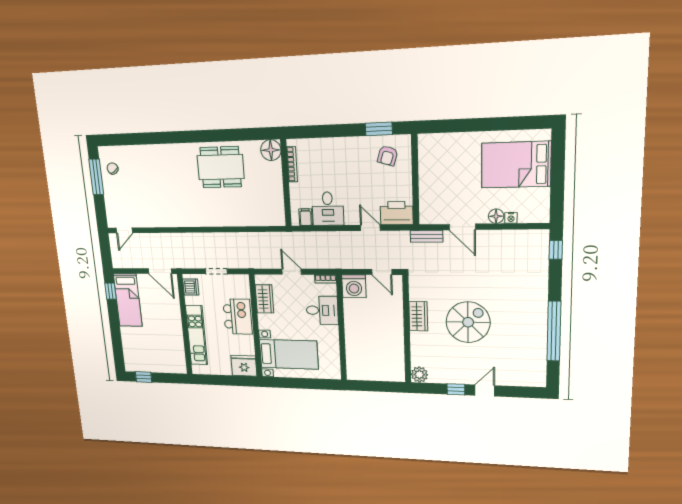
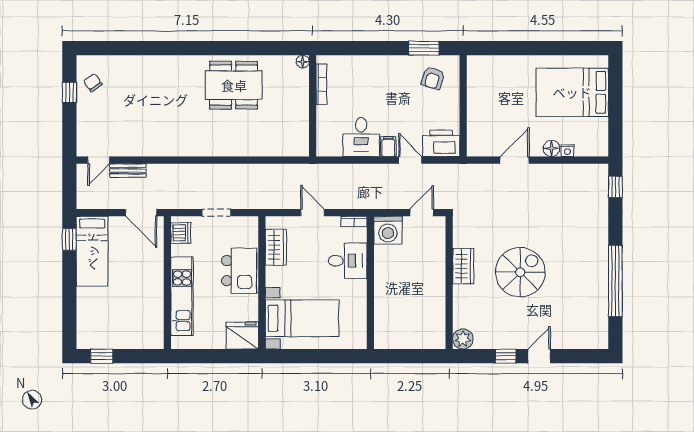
floor lamp: (271, 150) -> (303, 62), width x0.53, depth x0.53
window: (96, 177) -> (69, 92), width x0.46
filing cabinet: (306, 217) -> (388, 147), moved
door: (462, 227) -> (515, 160), swing flipped
bench: (427, 236) -> (128, 171), moved
door: (382, 272) -> (422, 213), swing flipped

